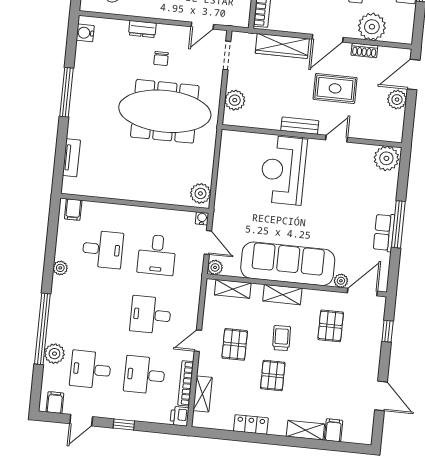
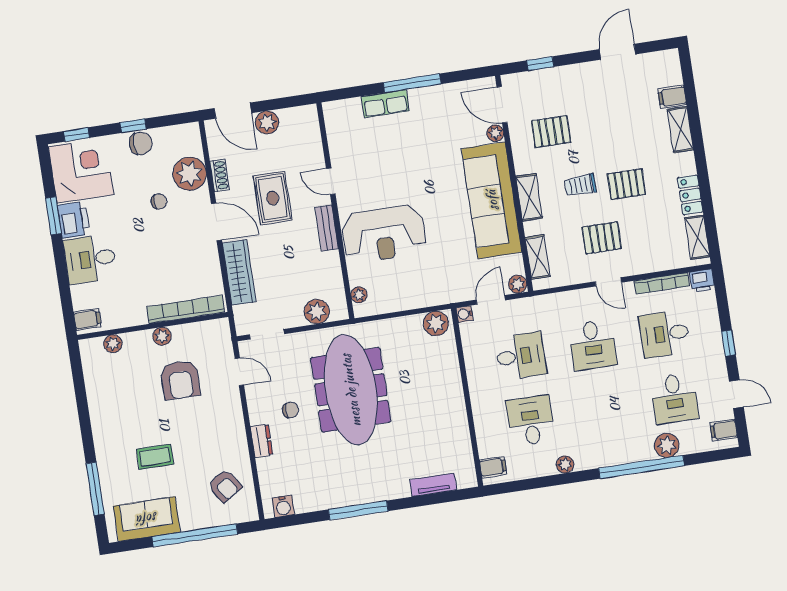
plant: (386, 158) -> (359, 295), moved, width x0.53, depth x0.53
row of seats: (384, 232) -> (385, 104), moved
desk: (145, 375) -> (665, 334), turned 90
shelving: (203, 394) -> (697, 237), moved, turned 90

